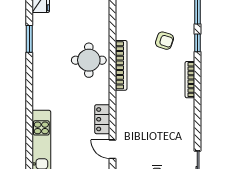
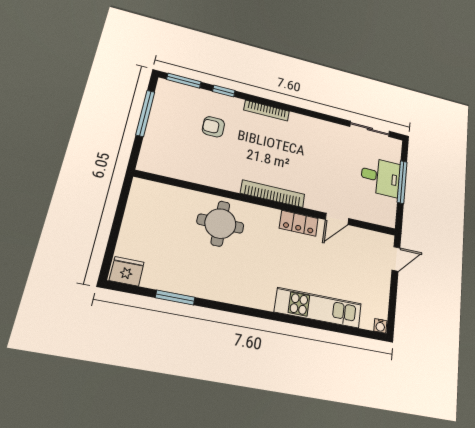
armchair: (164, 41) -> (213, 127), turned -108
bookcase: (121, 65) -> (273, 194), moved

